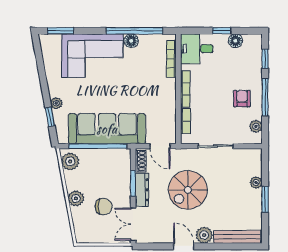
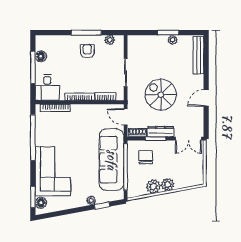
window: (222, 31) -> (33, 67), width x2.17
floor lamp: (131, 41) -> (41, 203), moved
window: (265, 59) -> (55, 33), removed
armchair: (242, 99) -> (87, 51), turned 90
door: (160, 146) -> (126, 117), swing flipped
plant: (70, 161) -> (153, 186), moved
plant: (256, 183) -> (173, 40), moved
spiral stairs: (188, 190) -> (161, 95), turned 180
chair: (104, 207) -> (146, 157), moved
plant: (204, 235) -> (197, 82), removed

